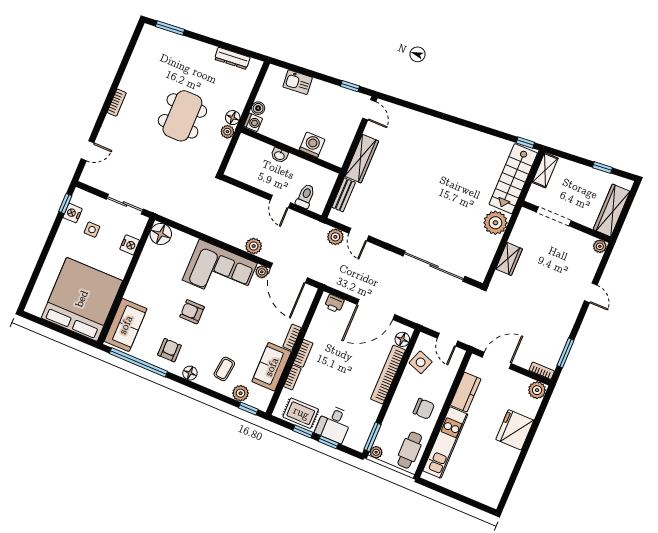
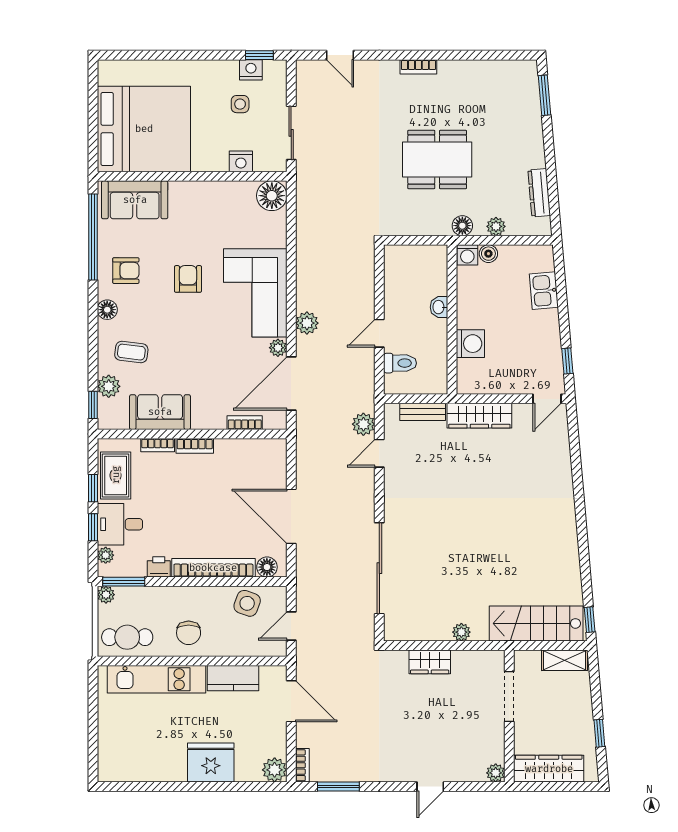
plant: (227, 132) -> (496, 226), moved
plant: (495, 223) -> (461, 632), width x0.53, depth x0.53
printer: (334, 303) -> (159, 567), moved, turned 90
bookcase: (292, 337) -> (245, 423), moved
plant: (350, 442) -> (106, 555), added

